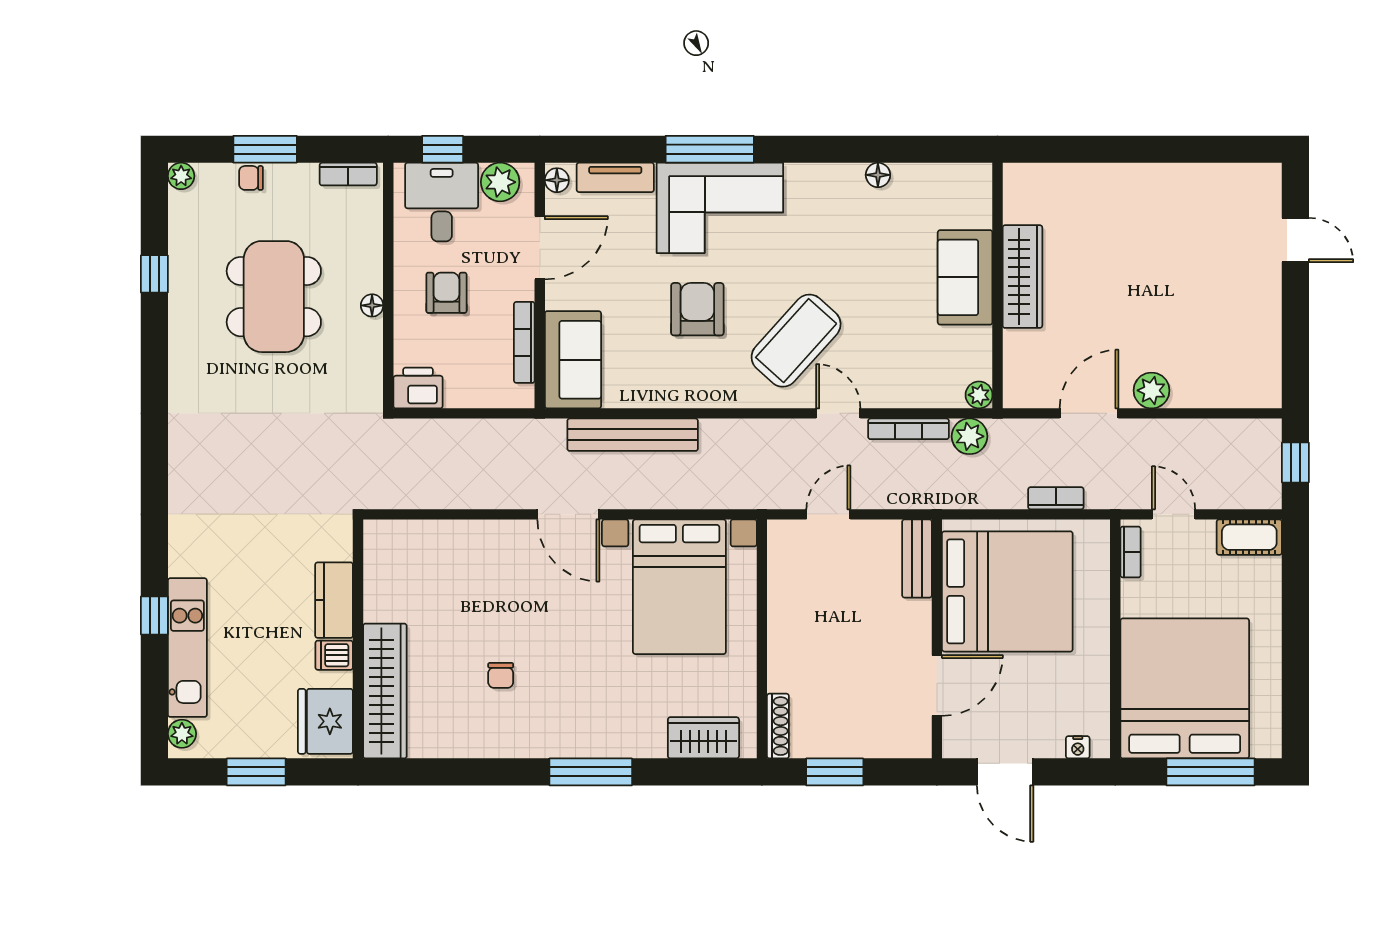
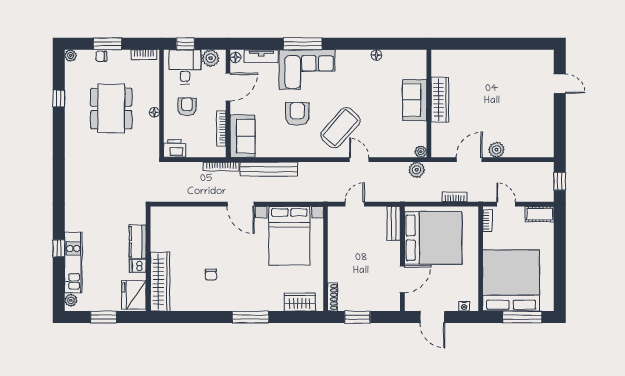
bookcase: (908, 429) -> (221, 166), moved

